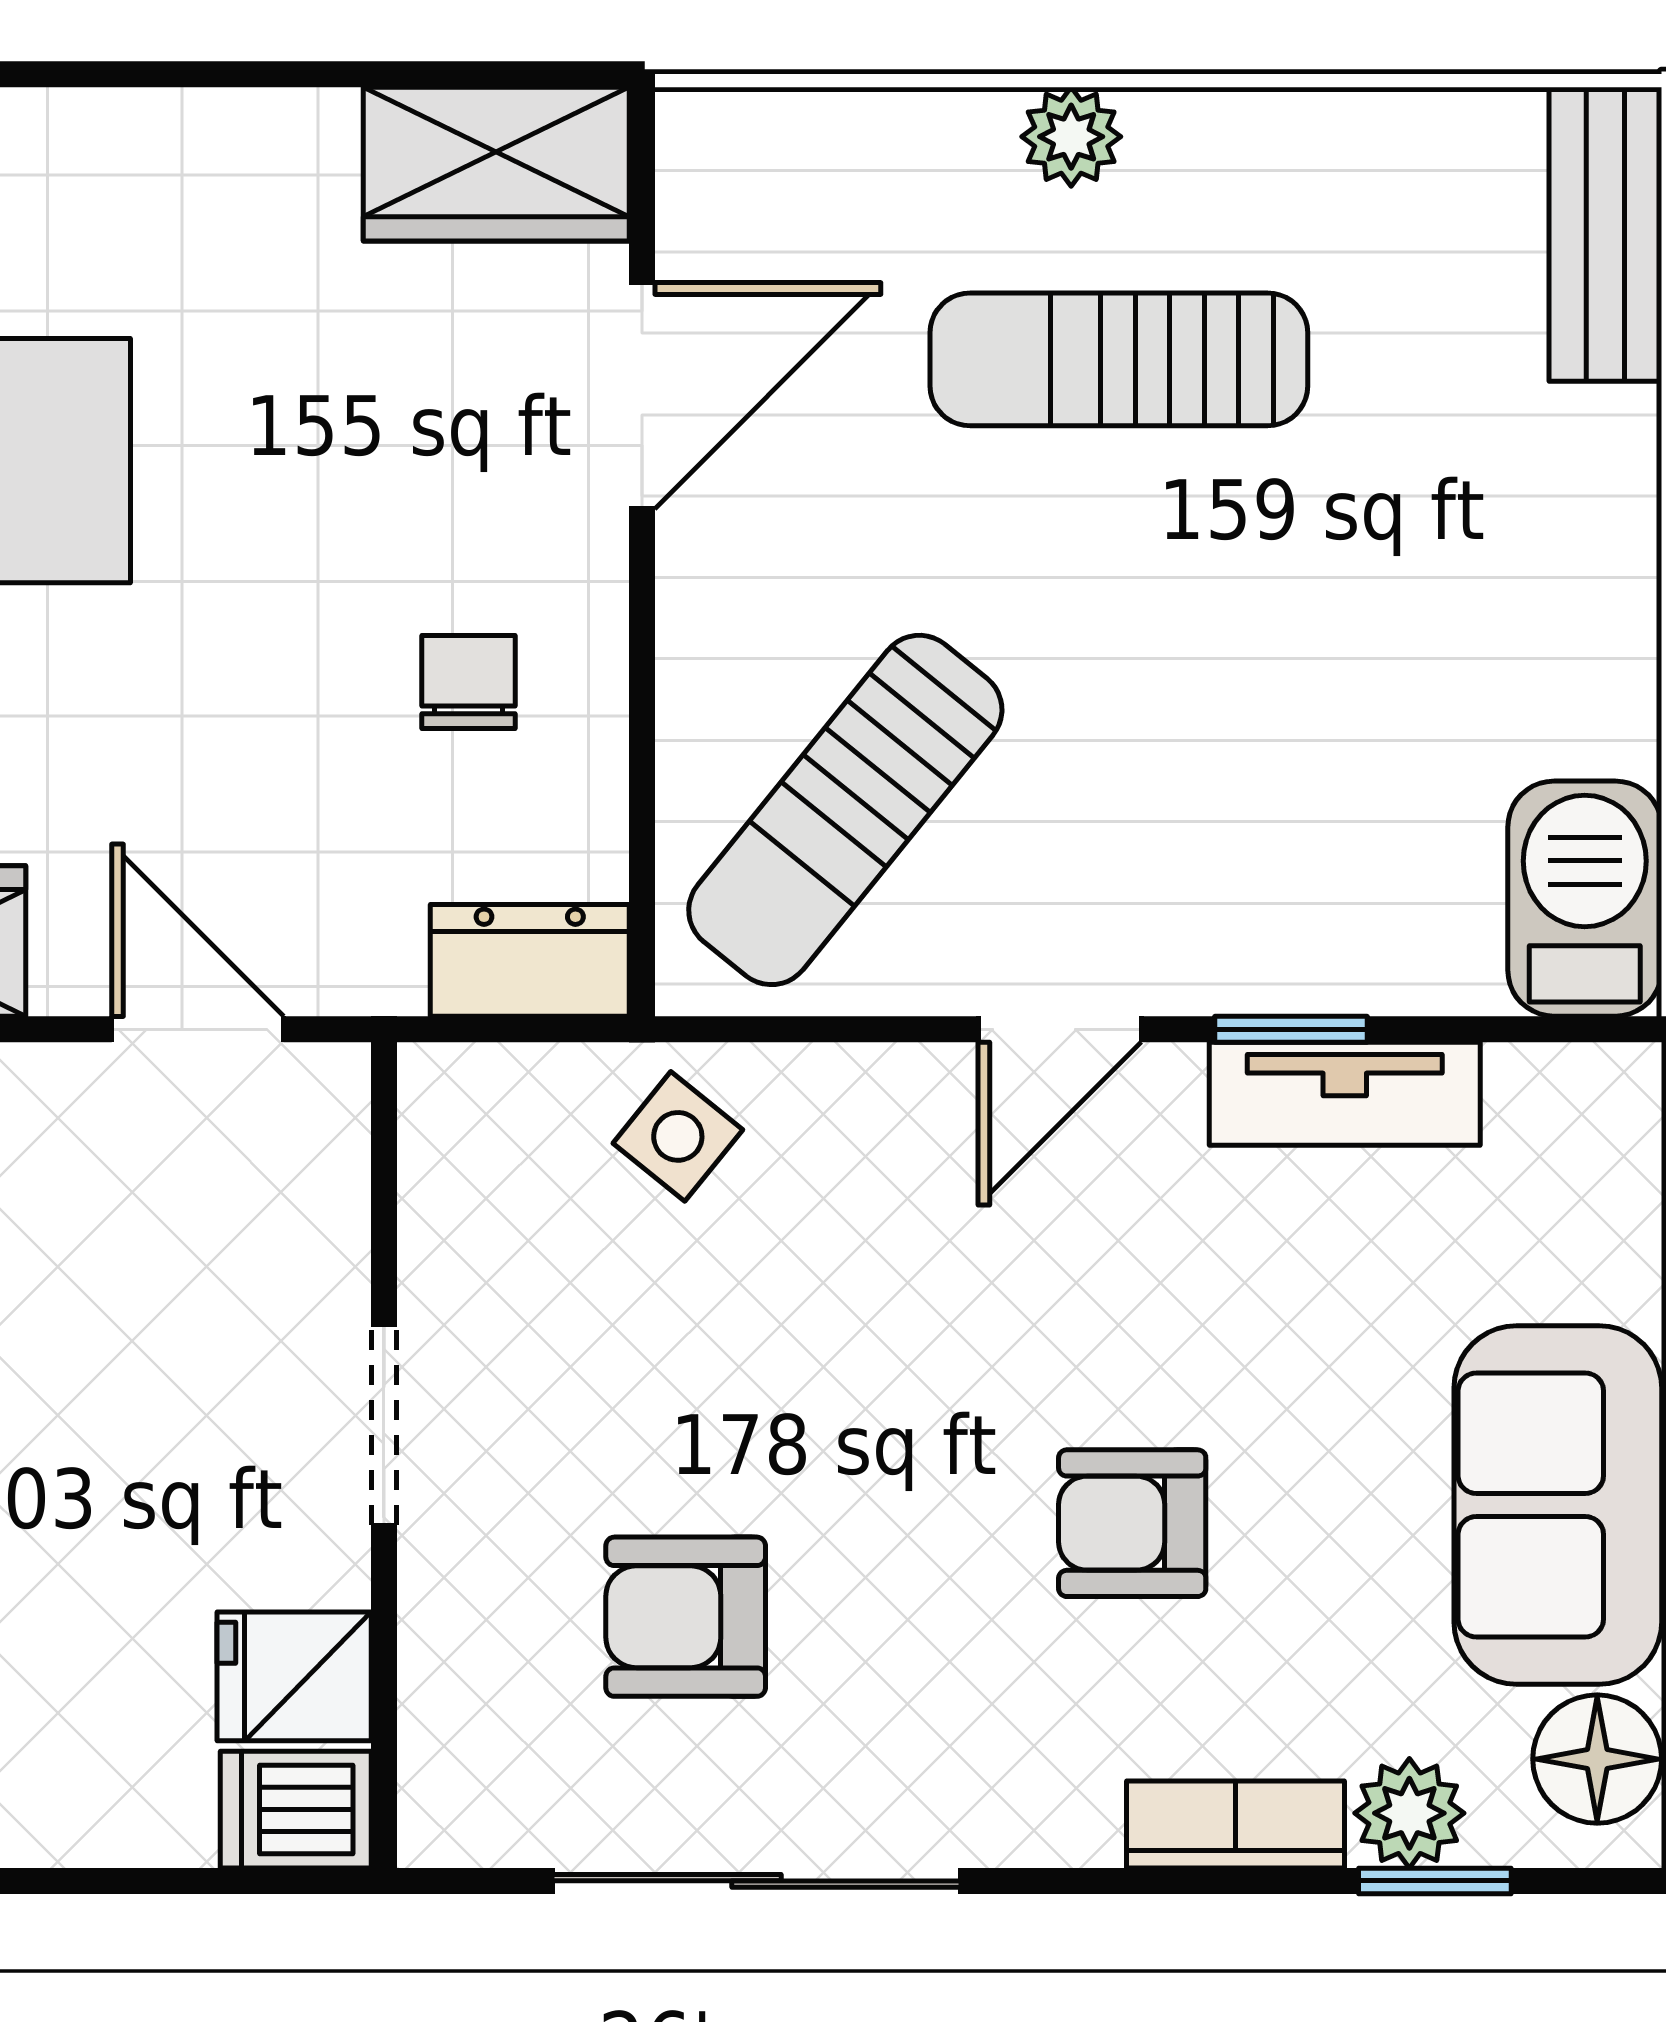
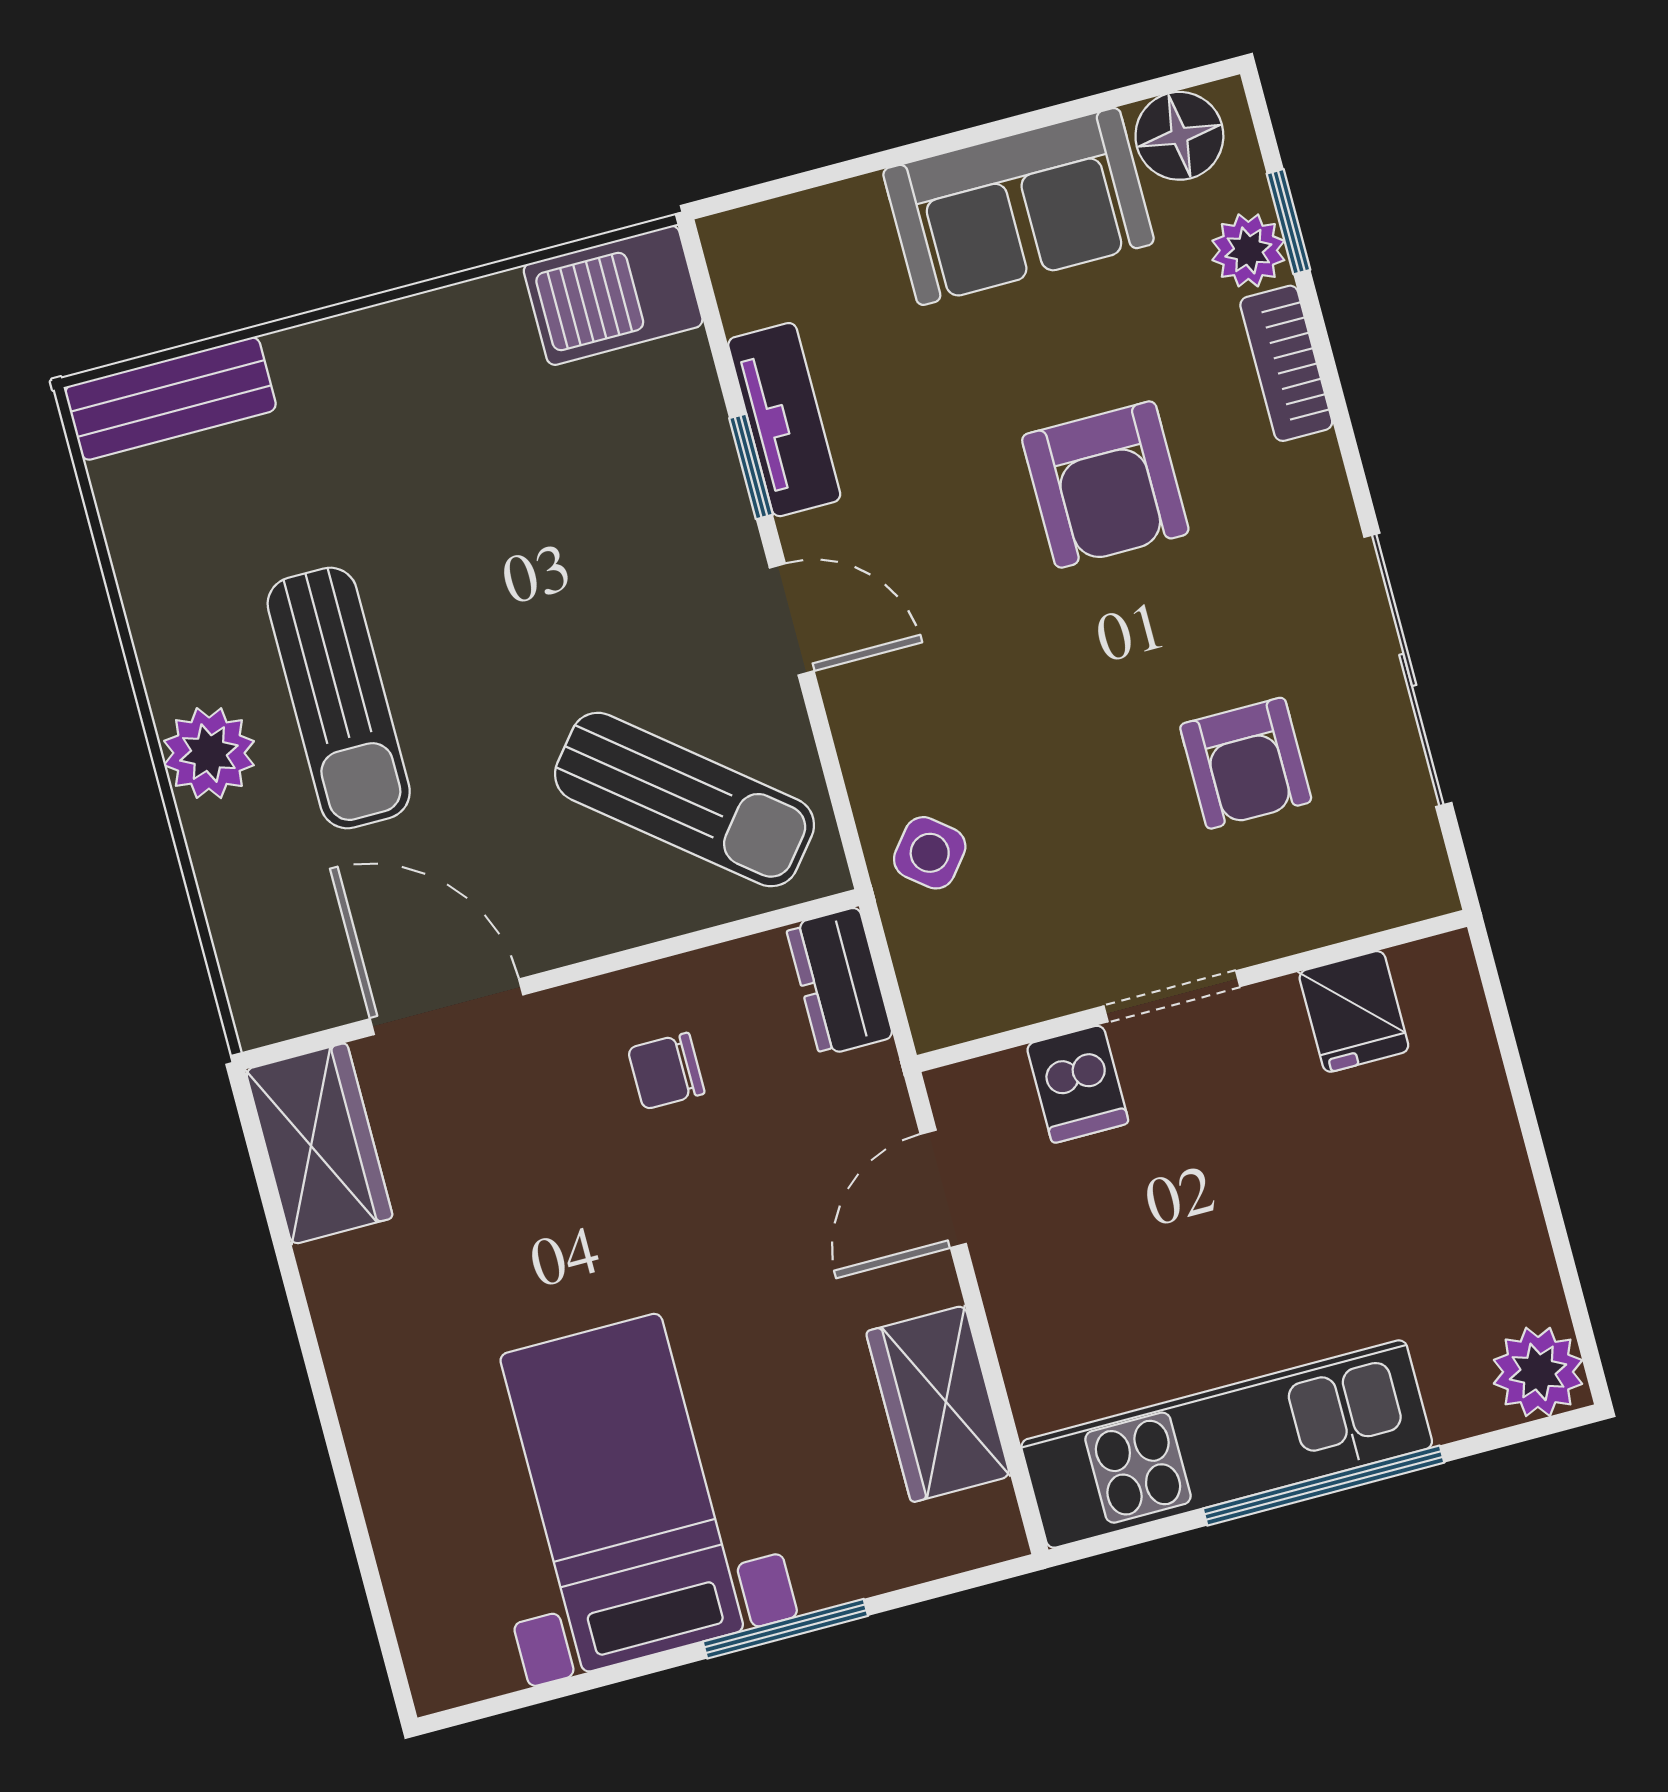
plant: (1071, 137) -> (209, 753), width x1.38, depth x1.38
armchair: (1132, 1523) -> (1105, 485), width x1.38, depth x1.38
dishwasher: (296, 1810) -> (1077, 1084), moved

